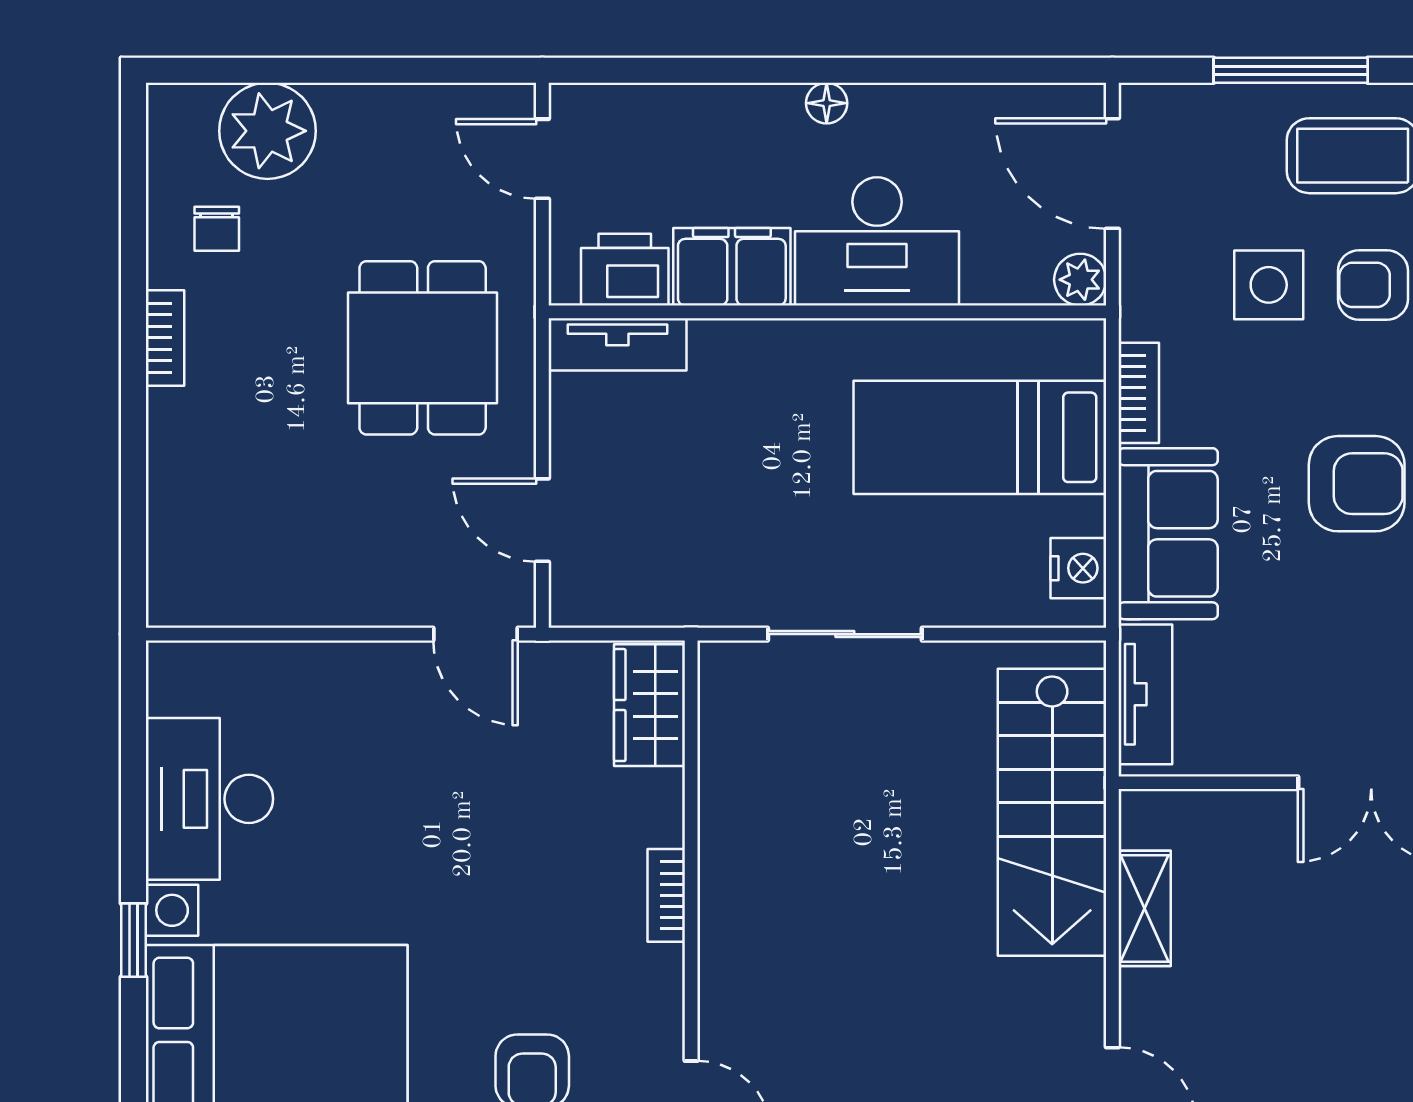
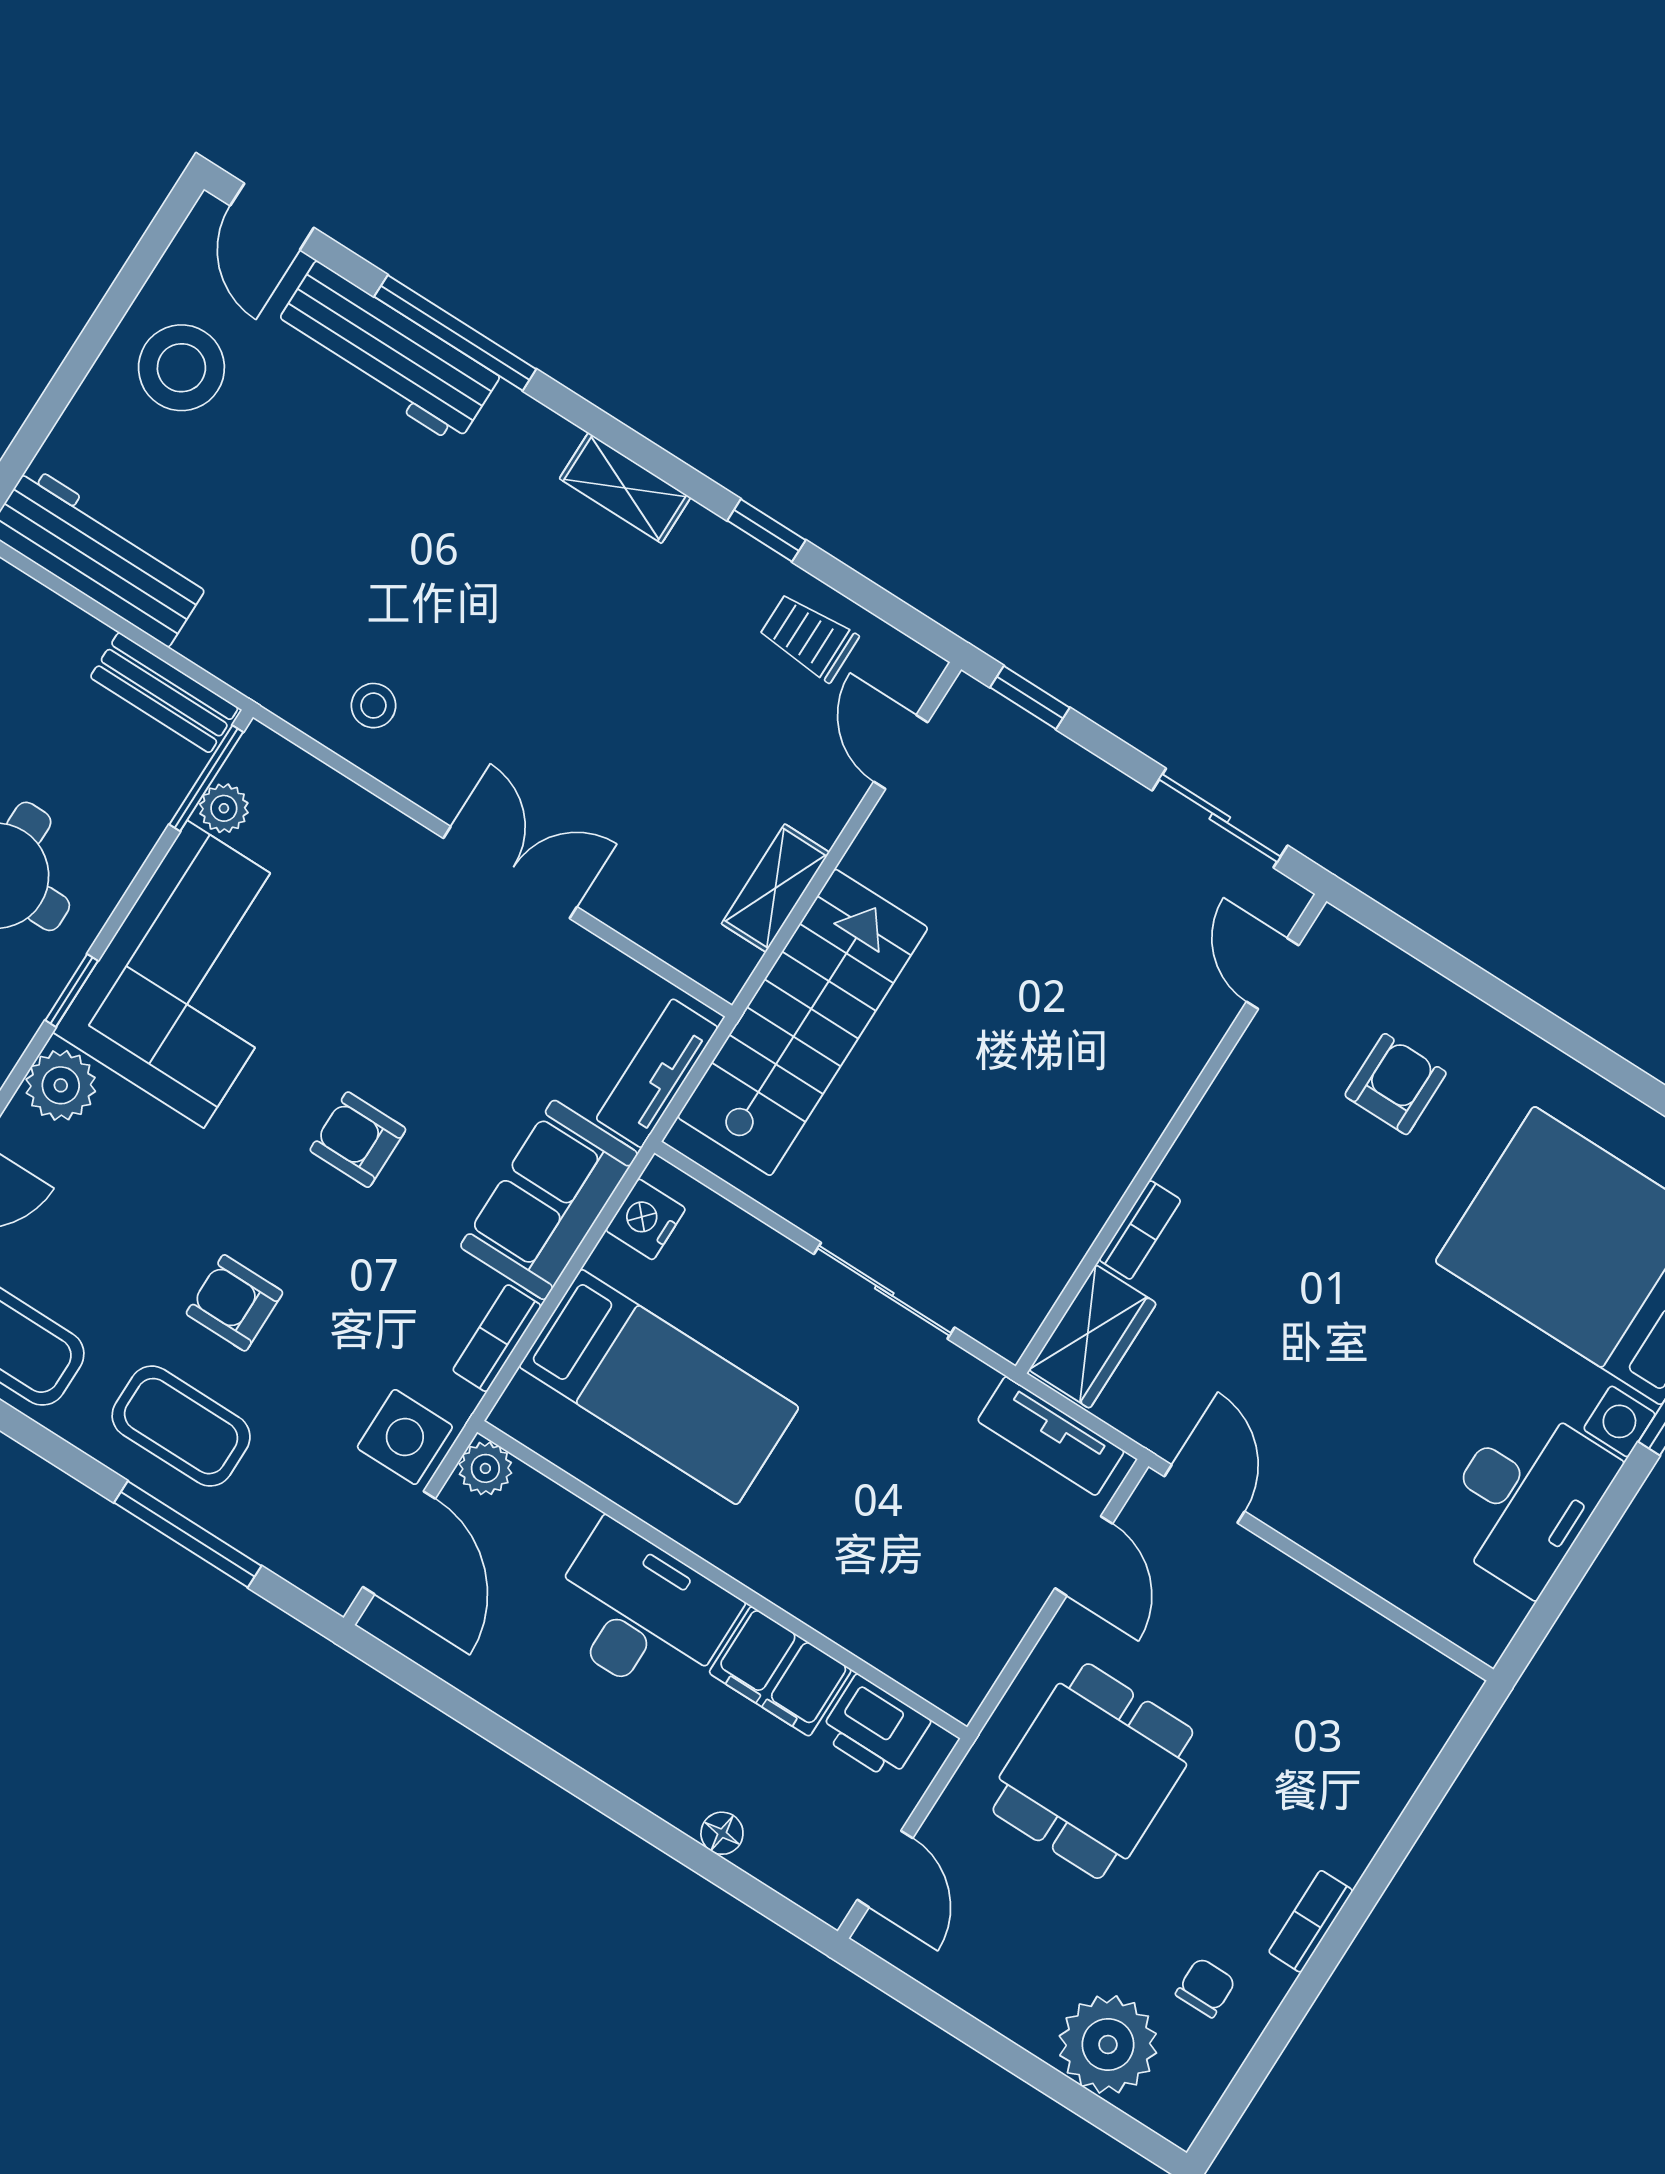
floor lamp: (827, 103) -> (722, 1833), moved
side table: (1269, 285) -> (405, 1437), moved
armchair: (1373, 285) -> (235, 1303), turned 180
tv unit: (617, 344) -> (1051, 1436), moved, turned 180
armchair: (1357, 484) -> (358, 1140), width x0.72, depth x0.72
bookcase: (666, 895) -> (1140, 1230), moved

